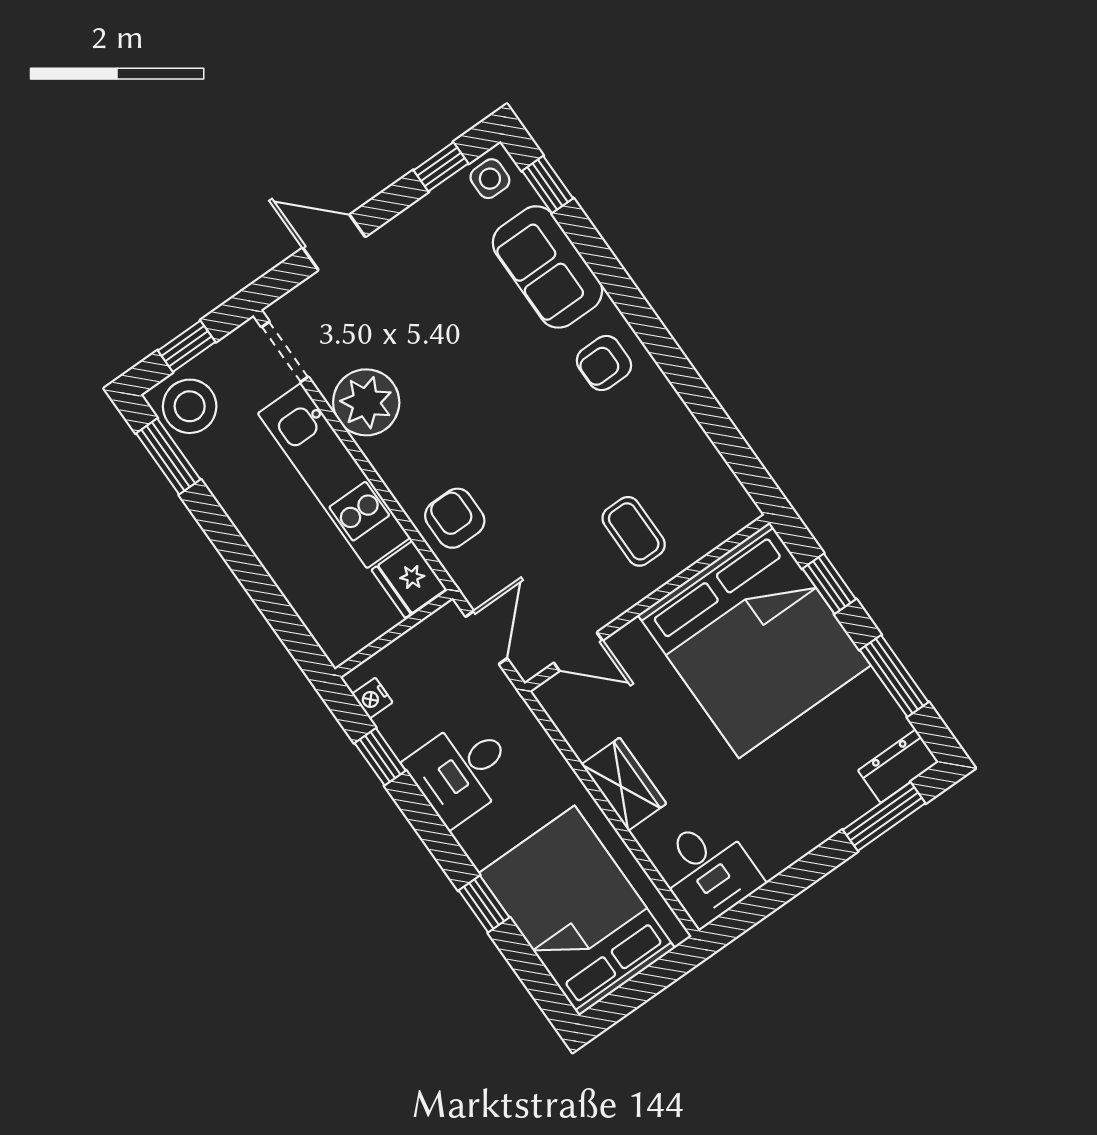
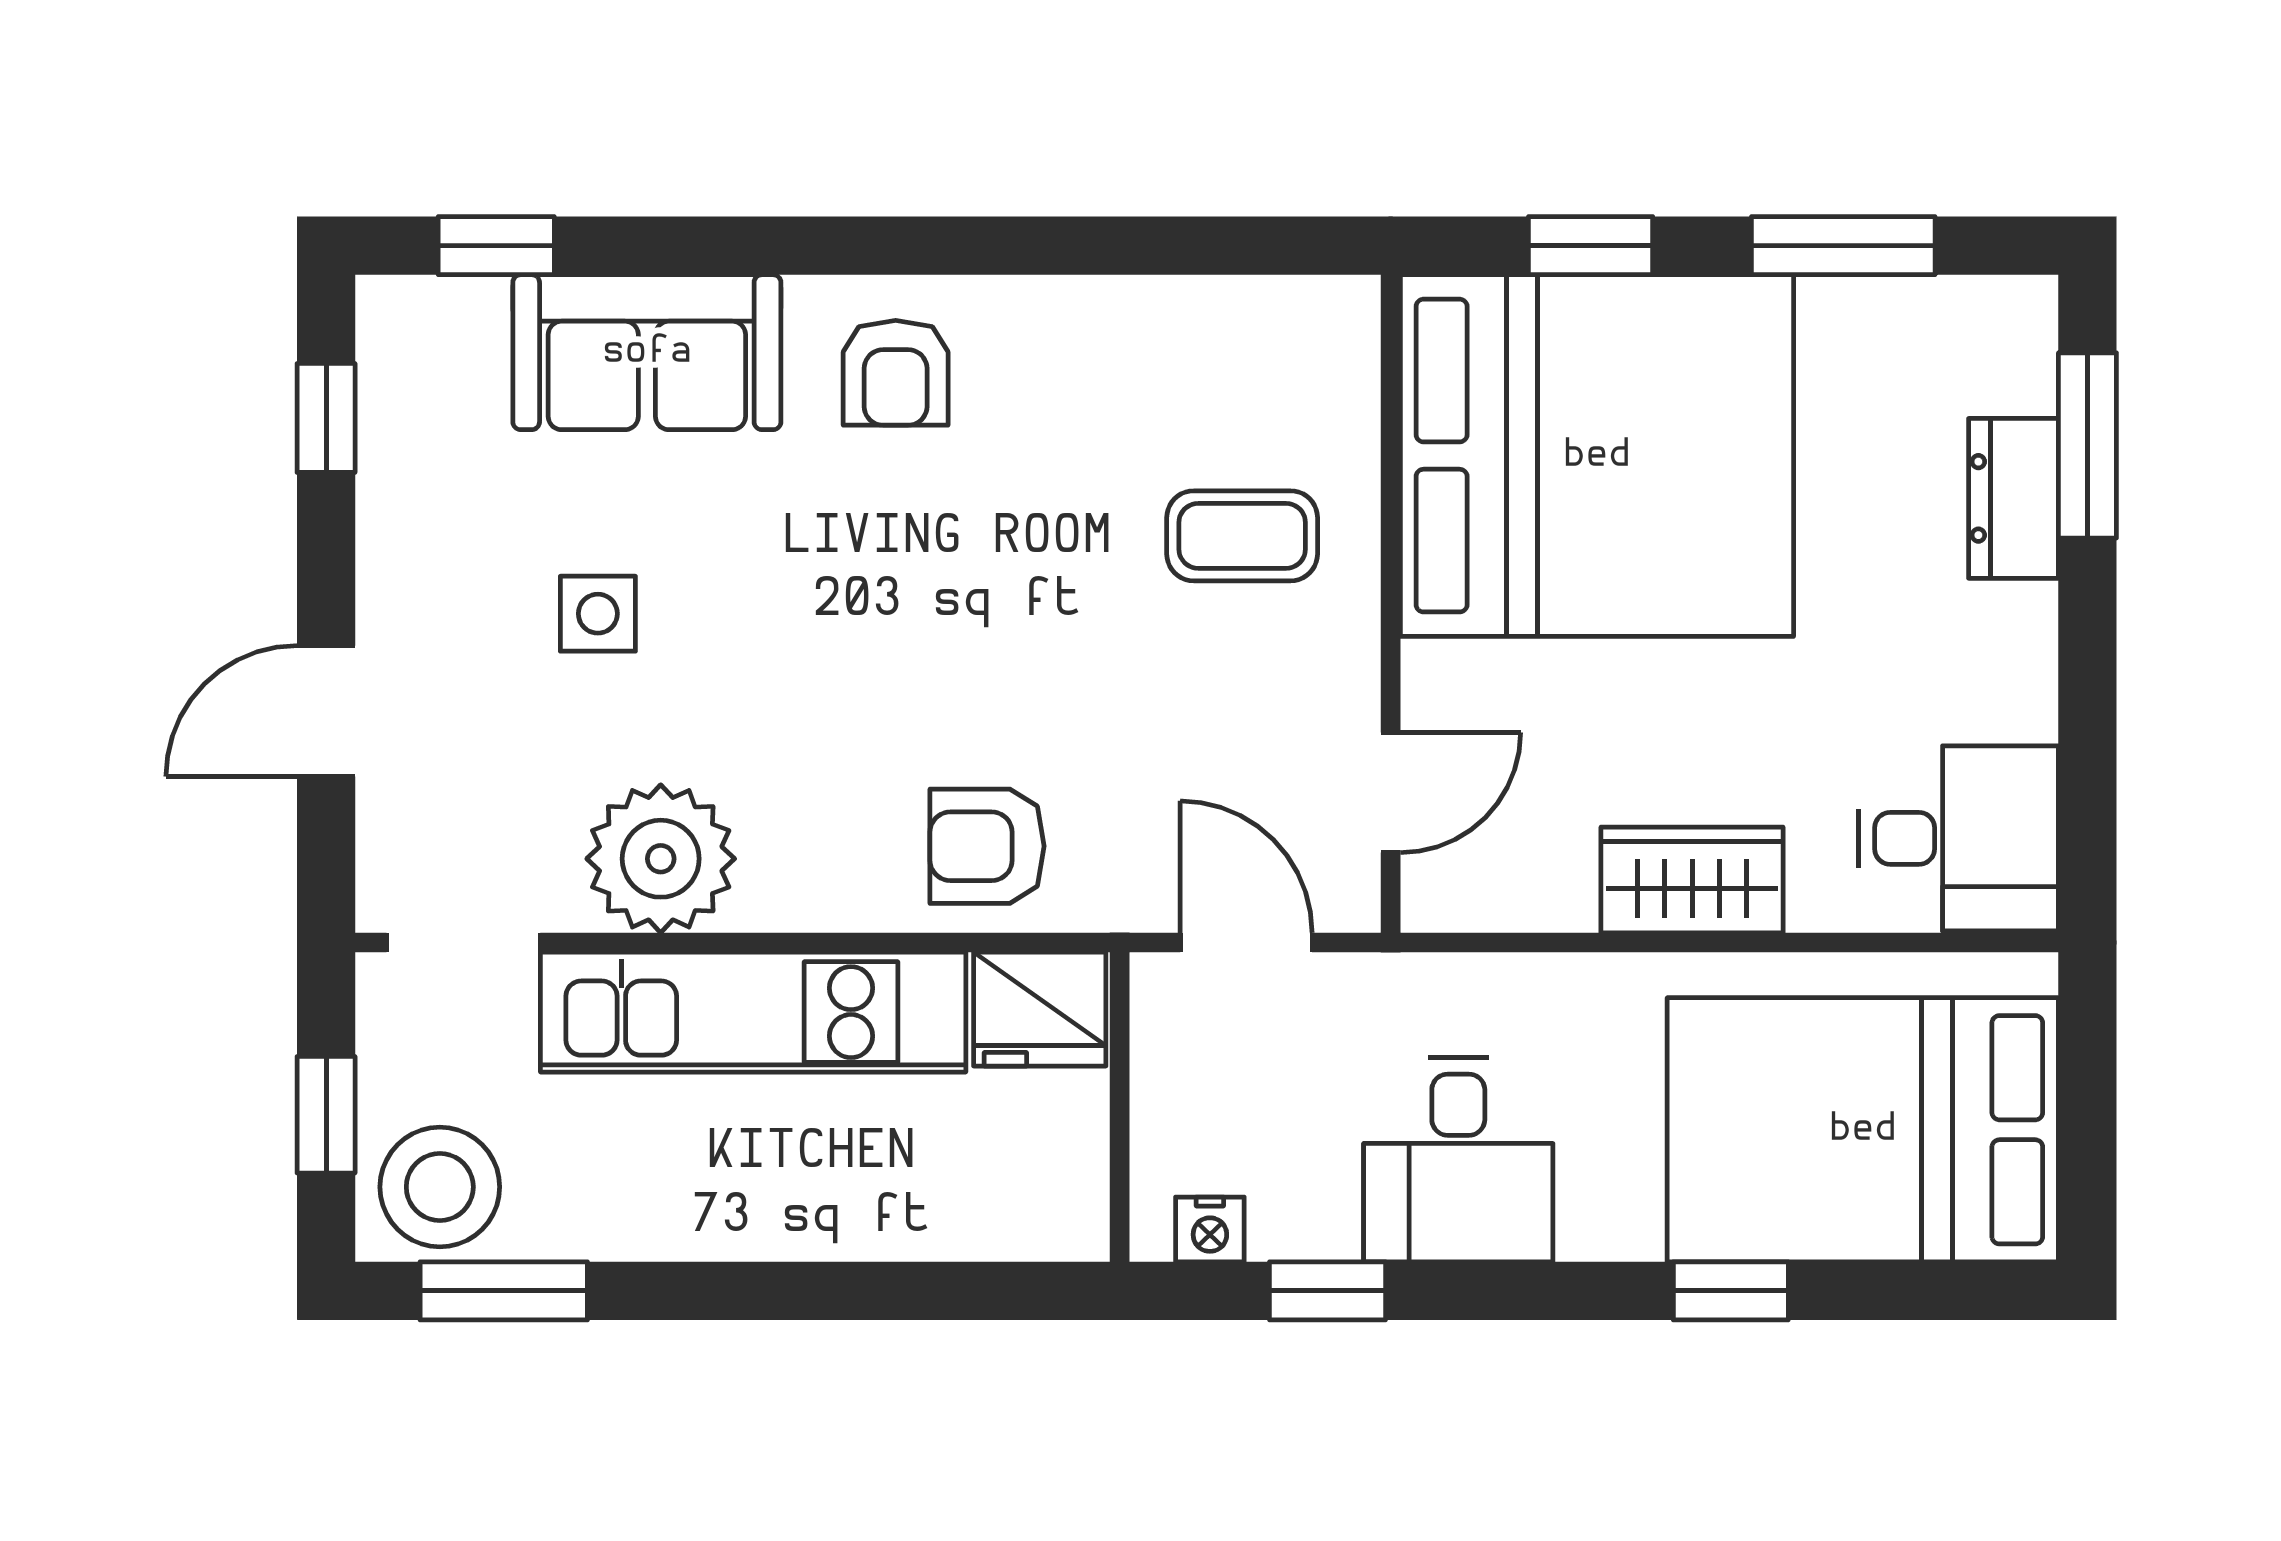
side table: (490, 179) -> (598, 614), moved
dresser: (898, 766) -> (2013, 498), moved

